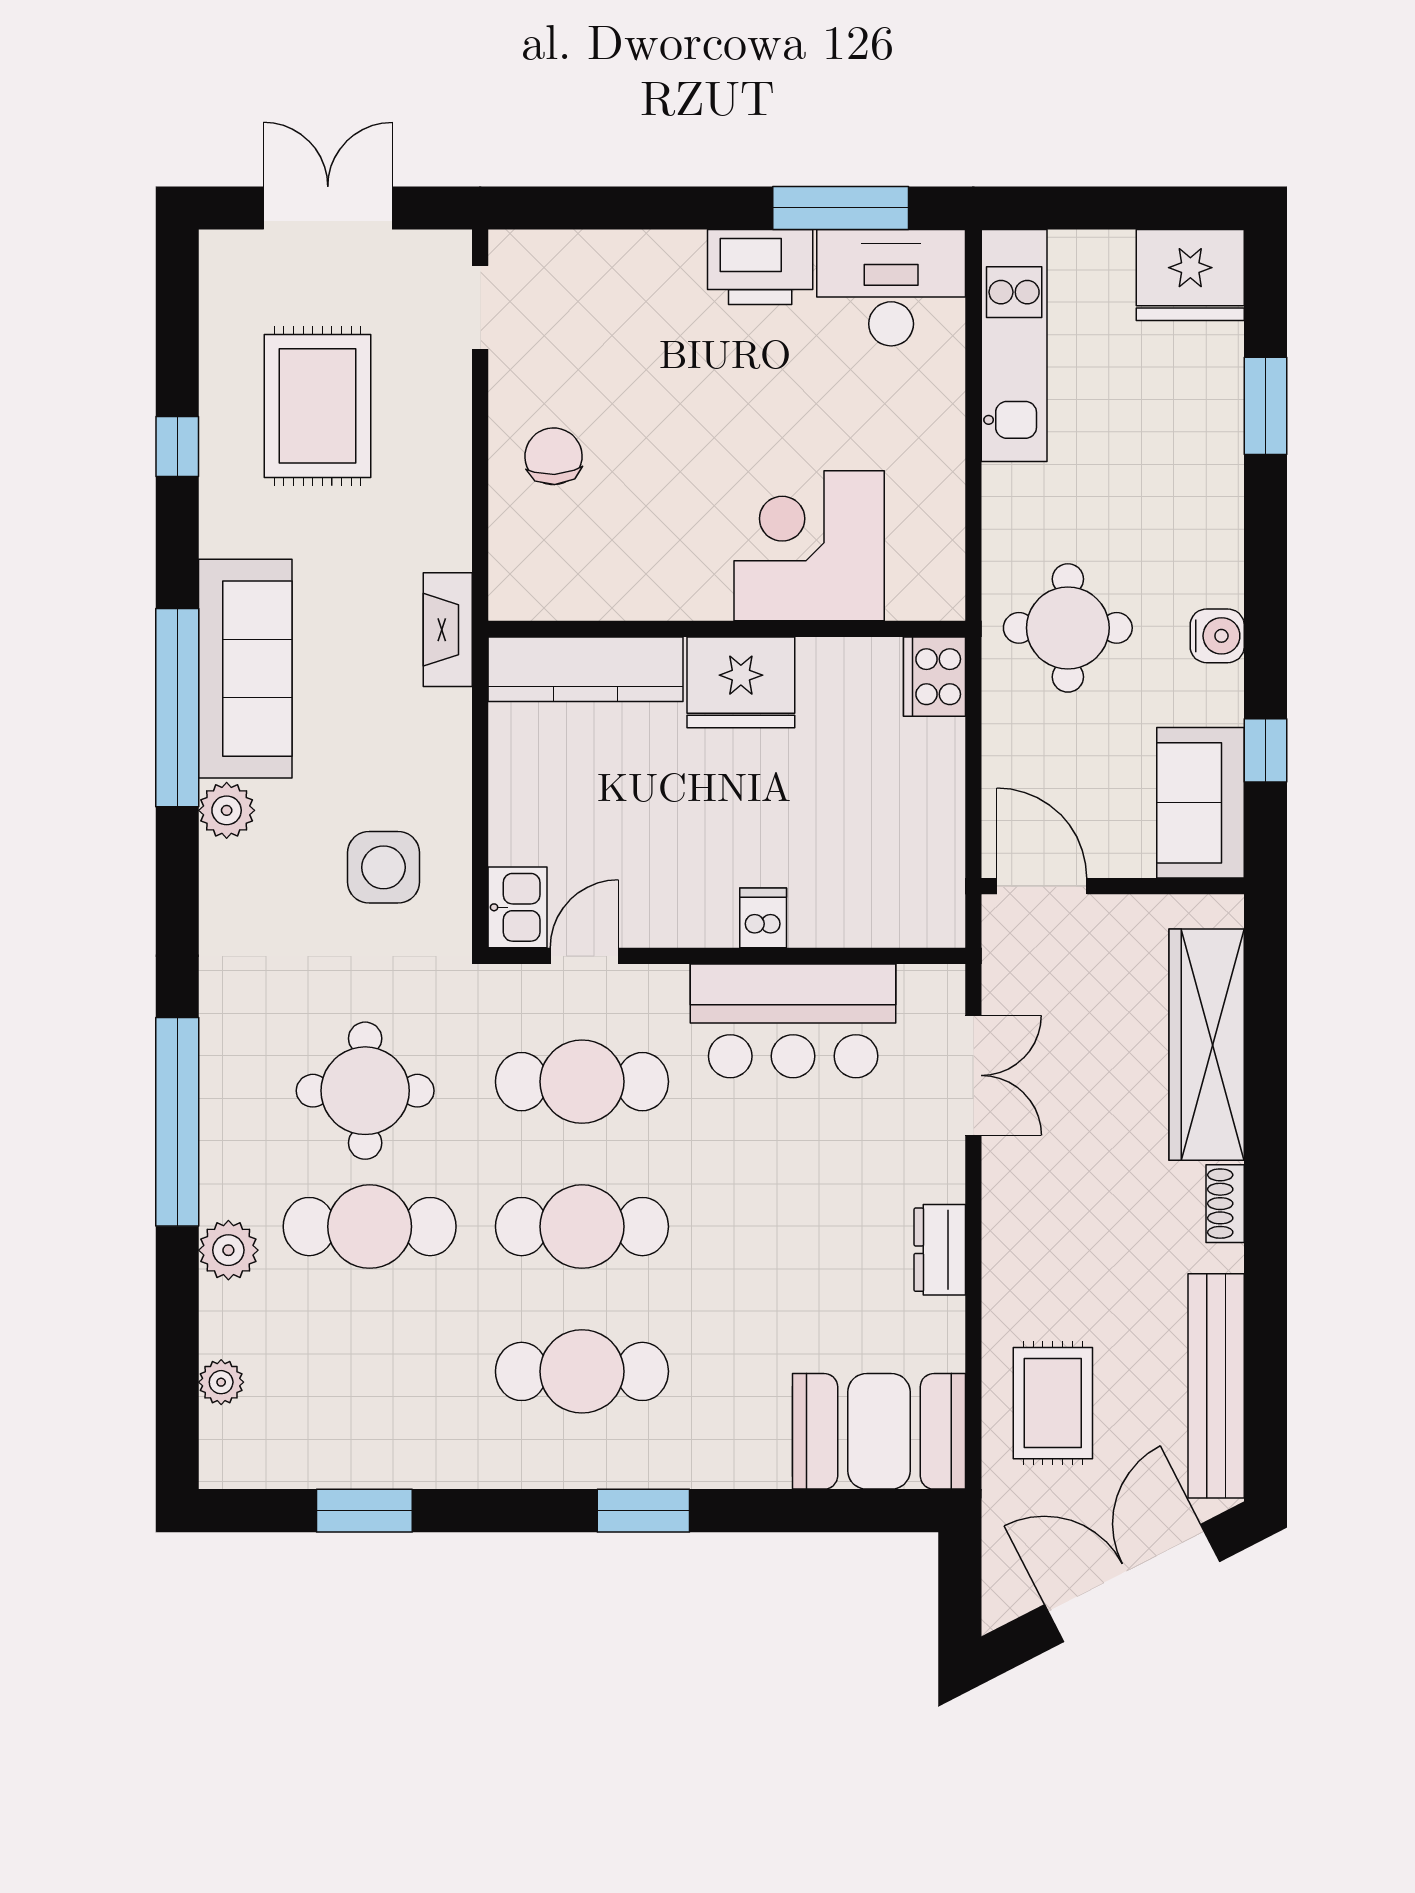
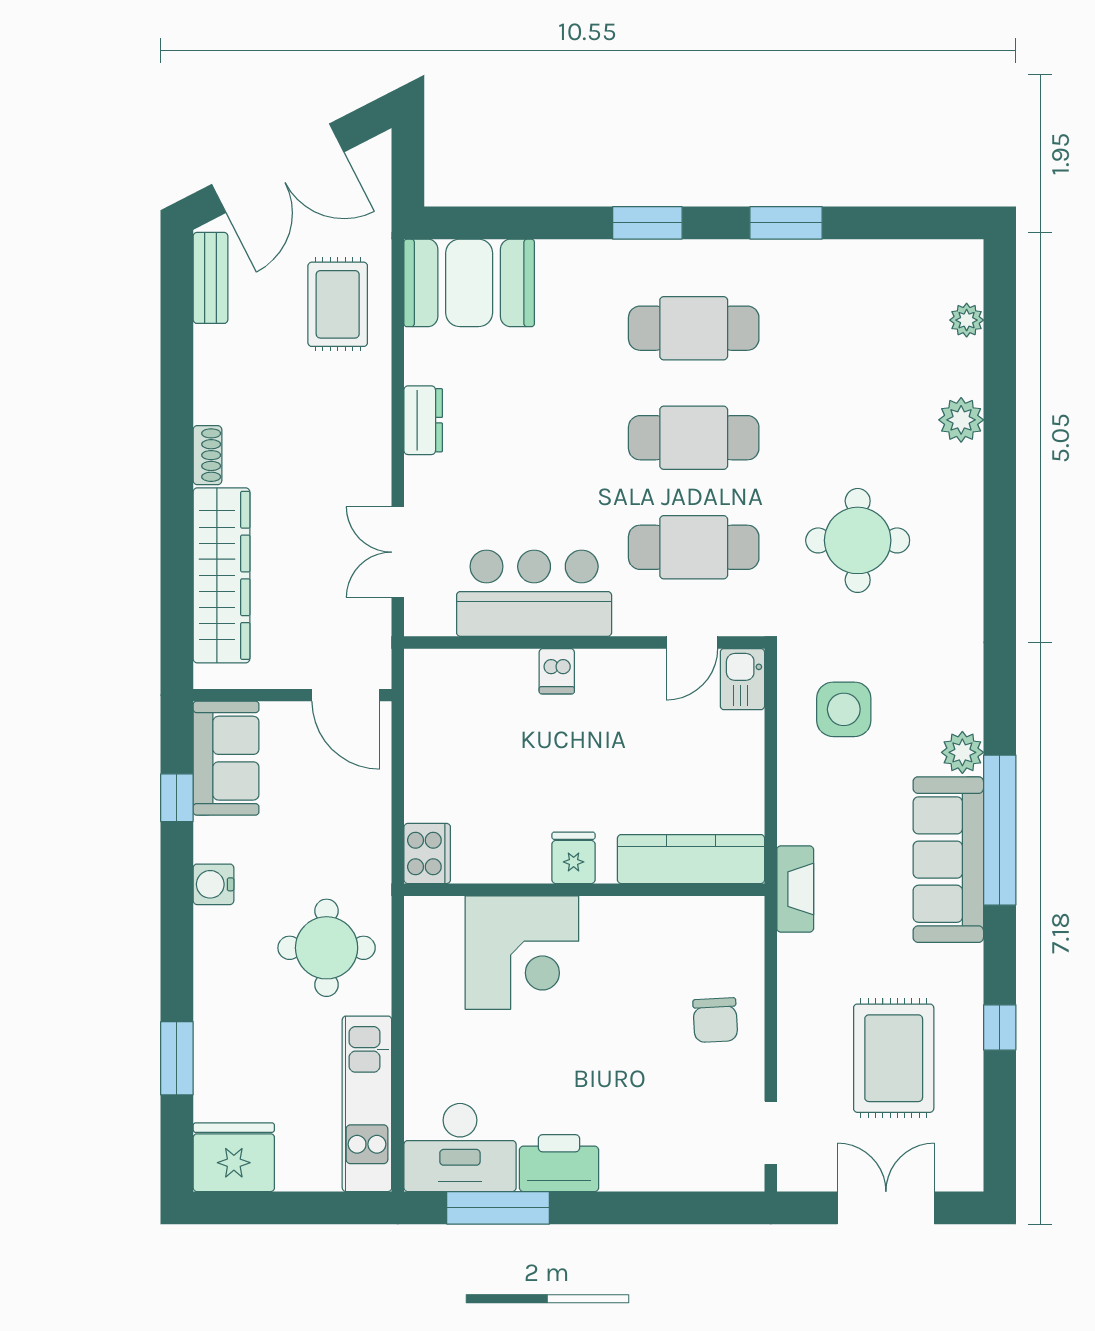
double door: (328, 208) -> (886, 1208), swing flipped
round table: (1068, 628) -> (327, 948), moved
fridge: (741, 682) -> (574, 858), width x0.53, depth x0.75
window: (177, 1122) -> (1000, 517), removed
cafe table: (370, 1227) -> (854, 438), removed
bench: (1216, 1386) -> (211, 278), width x0.54, depth x0.82
window: (364, 1511) -> (786, 223), moved

